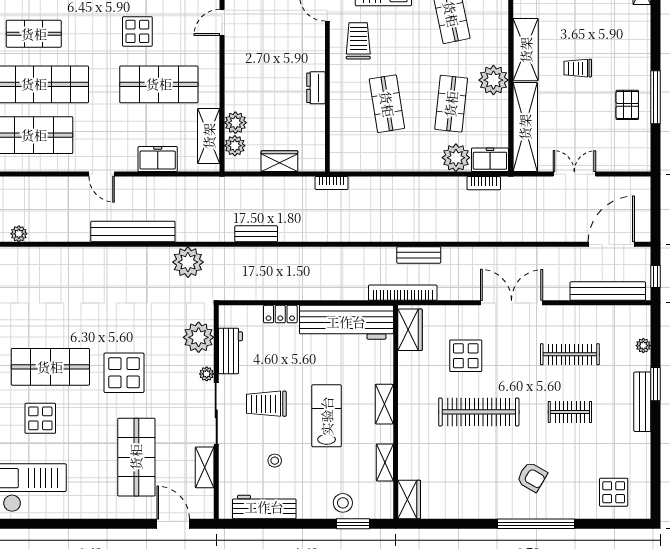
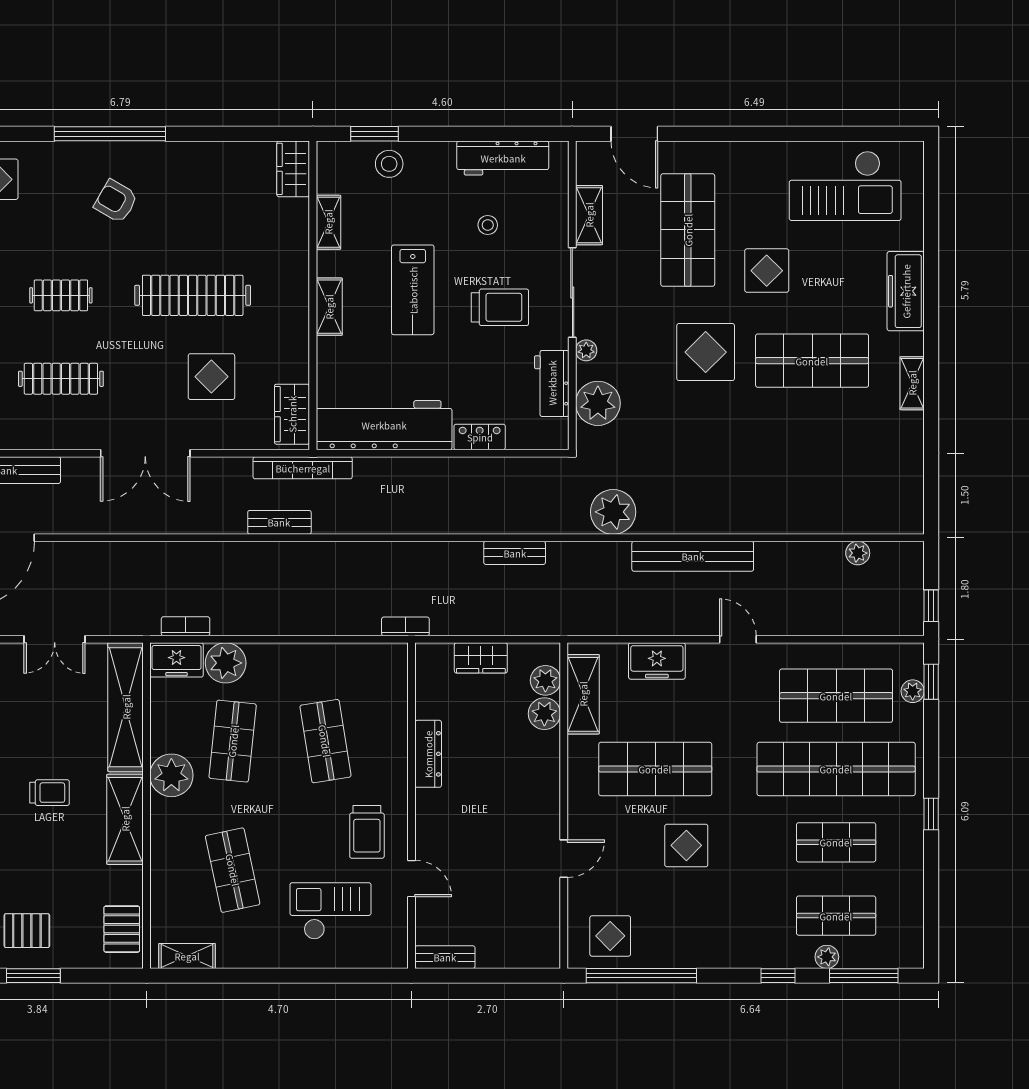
dresser: (316, 88) -> (428, 754), width x1.44
display table: (40, 418) -> (767, 271), moved

